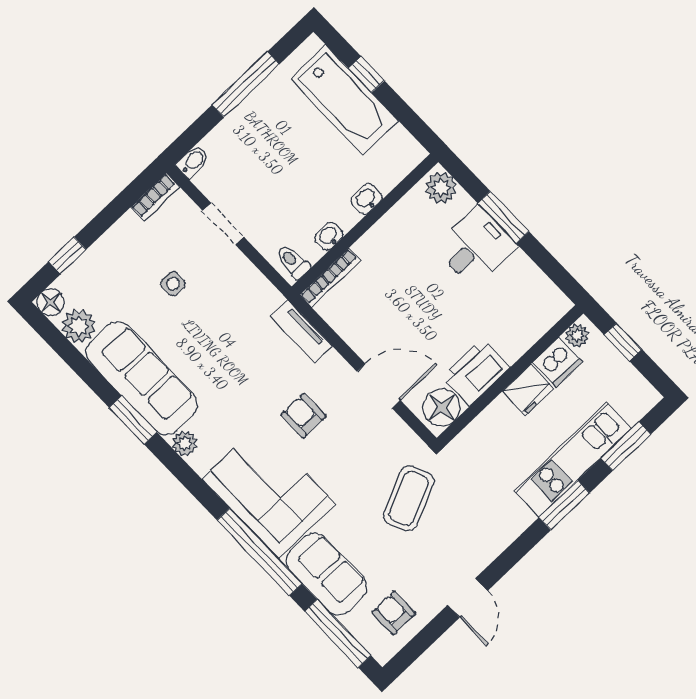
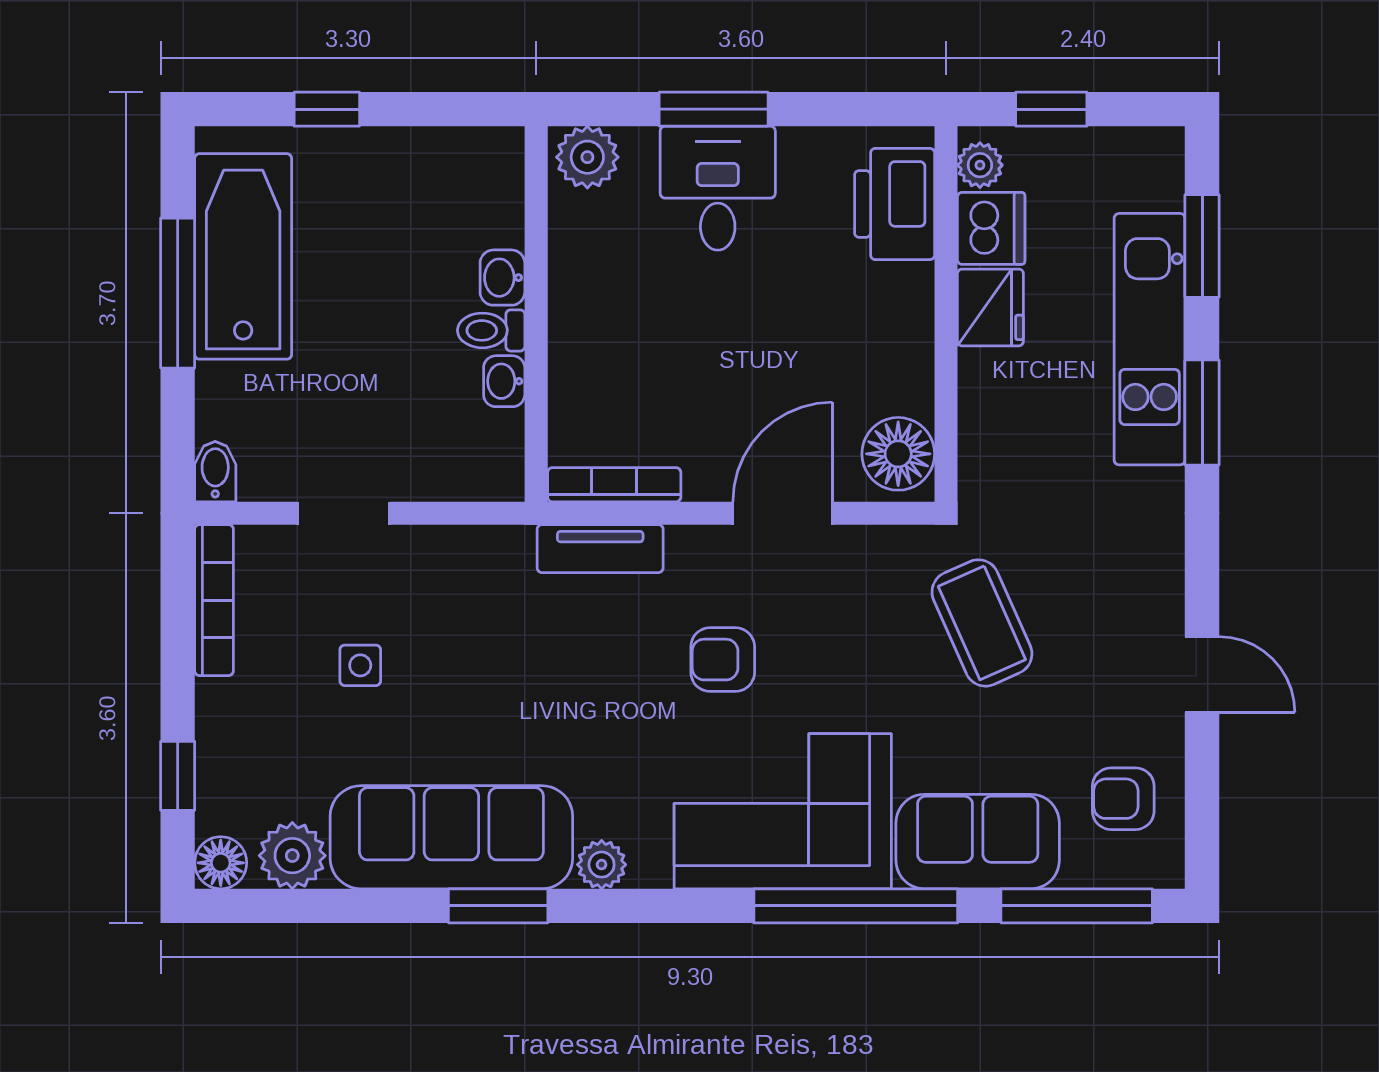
bathtub: (344, 100) -> (243, 256), moved, turned -90
bookcase: (155, 197) -> (214, 600), width x1.56
toilet: (293, 262) -> (491, 330), moved
bookcase: (330, 278) -> (614, 485), moved, turned -90
printer: (476, 372) -> (895, 204), moved

